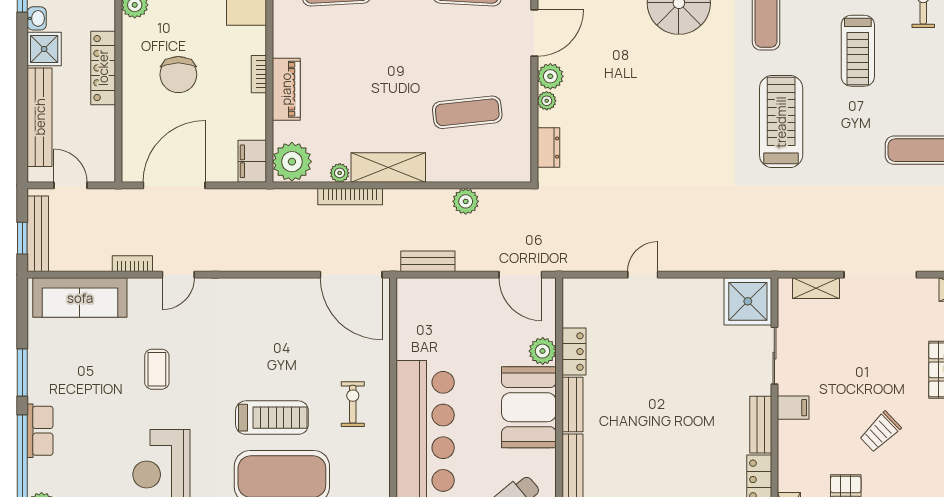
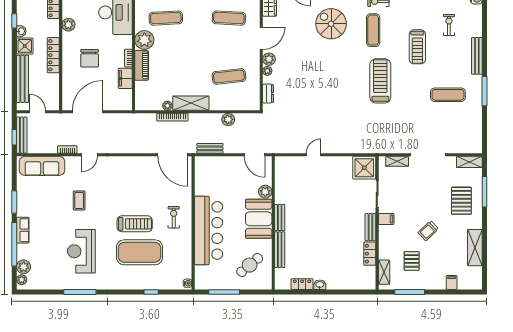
filing cabinet: (252, 161) -> (125, 78), moved
plant: (292, 162) -> (144, 40), moved
locker: (574, 352) -> (280, 192), removed

